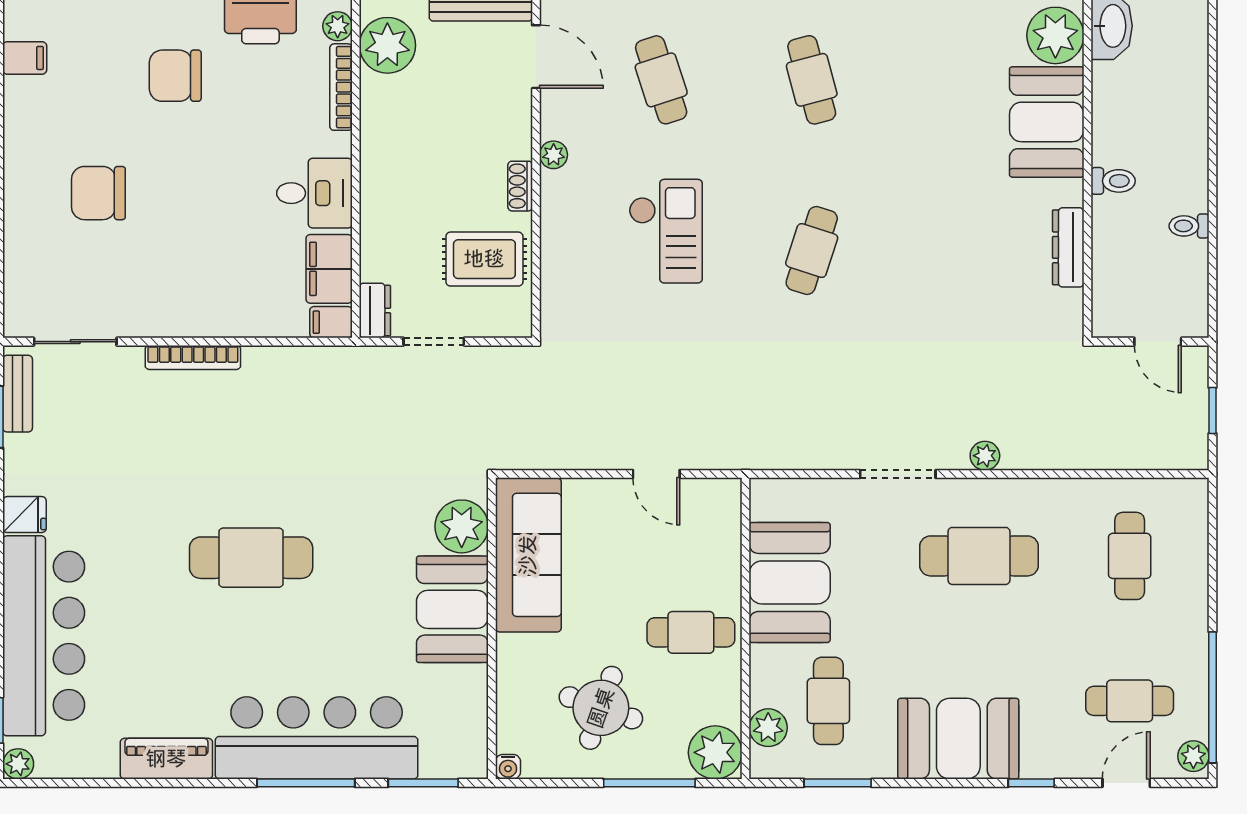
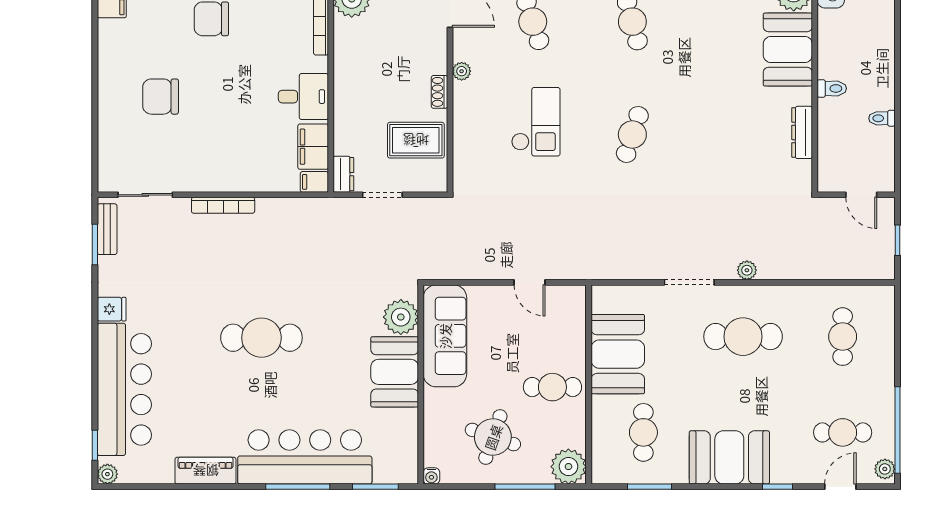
plant: (768, 728) -> (604, 450), removed

